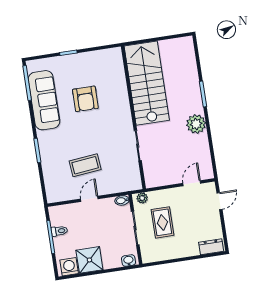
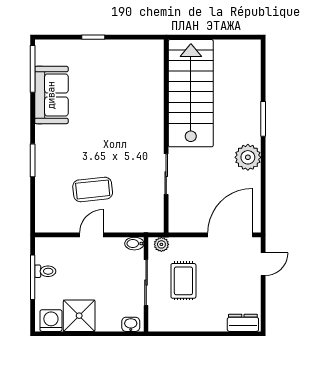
armchair: (85, 99) -> (106, 102), removed
sofa: (44, 100) -> (51, 95), width x0.73
door: (192, 183) -> (230, 235), width x1.87

